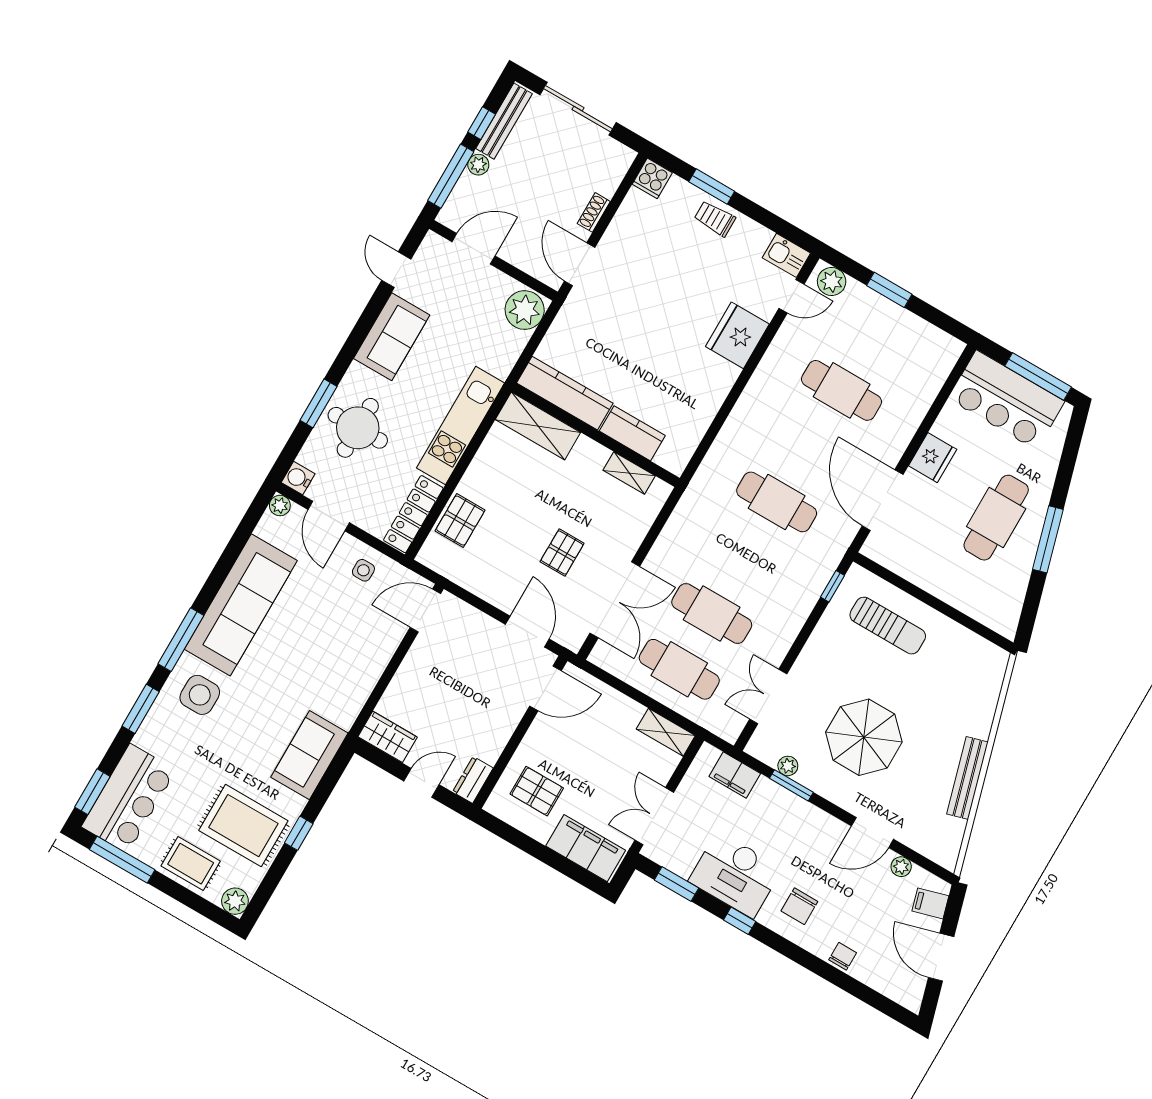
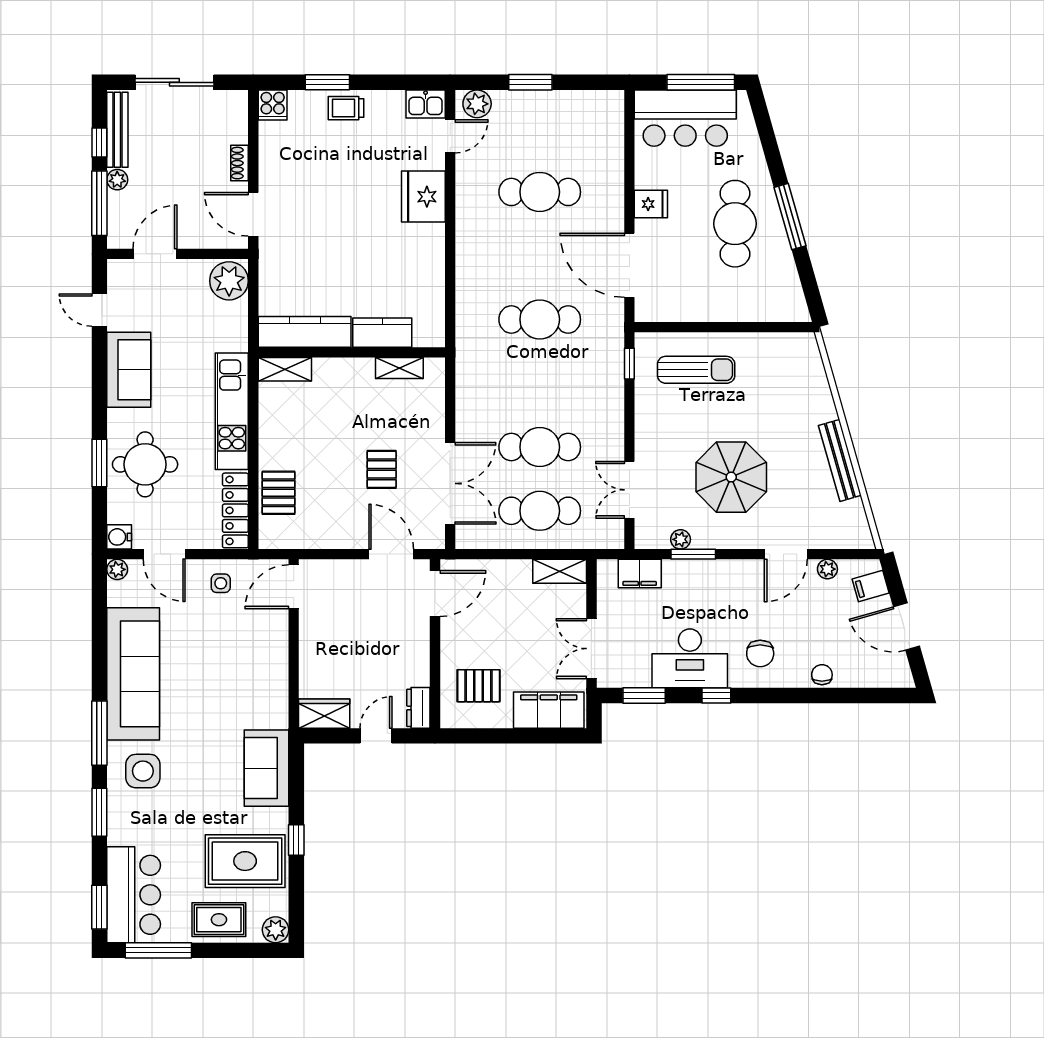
shelving: (538, 426) -> (285, 369), width x0.67, depth x0.75
fridge: (933, 458) -> (651, 204), width x0.72

